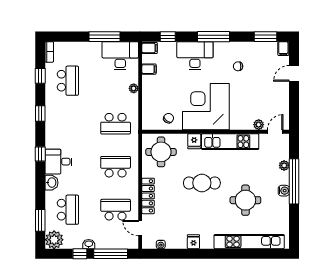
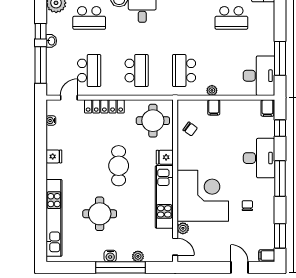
filing cabinet: (149, 69) -> (214, 107), moved
plant: (134, 88) -> (212, 90), moved
corner desk: (206, 107) -> (203, 196), moved

